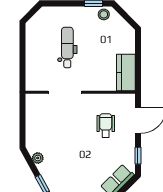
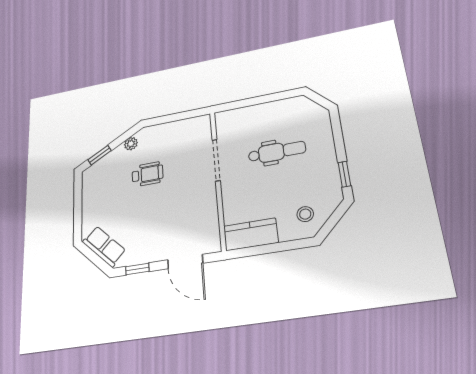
stool: (104, 14) -> (305, 214), moved
wheelchair: (106, 125) -> (147, 174), moved

